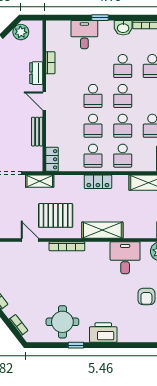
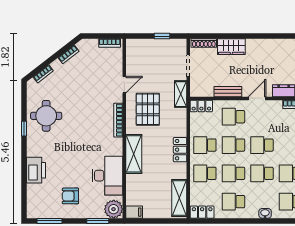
school desk: (63, 126) -> (233, 117), added
desk: (125, 258) -> (107, 176), width x1.37
printer: (103, 333) -> (36, 170), moved

